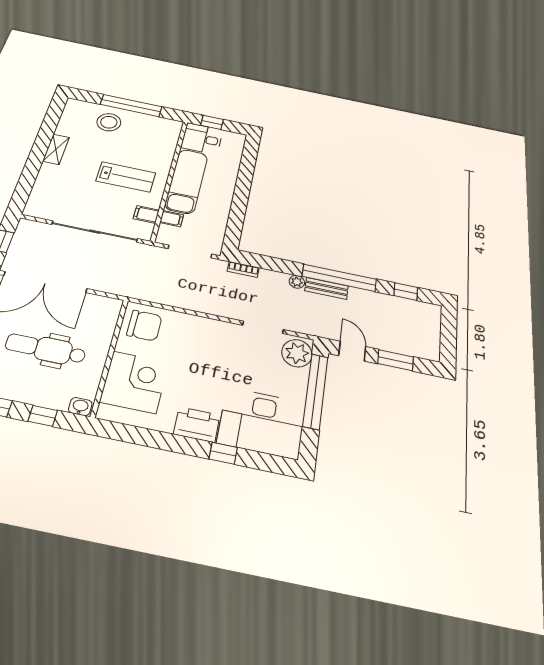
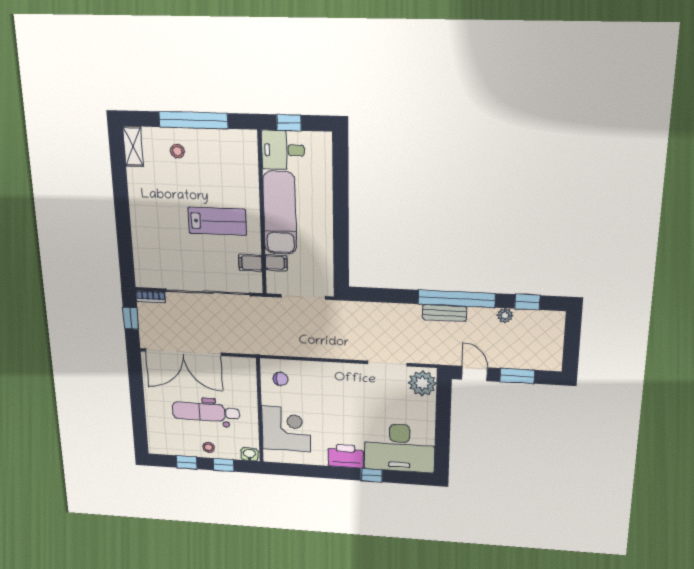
stool: (109, 122) -> (177, 151), width x0.53, depth x0.53
shelving: (56, 149) -> (133, 146), moved
bookcase: (243, 269) -> (151, 297), moved
plant: (297, 282) -> (505, 315), moved
chair: (144, 326) -> (281, 379), width x0.54, depth x0.54
stool: (32, 391) -> (209, 447), added
window: (316, 391) -> (443, 415), removed

